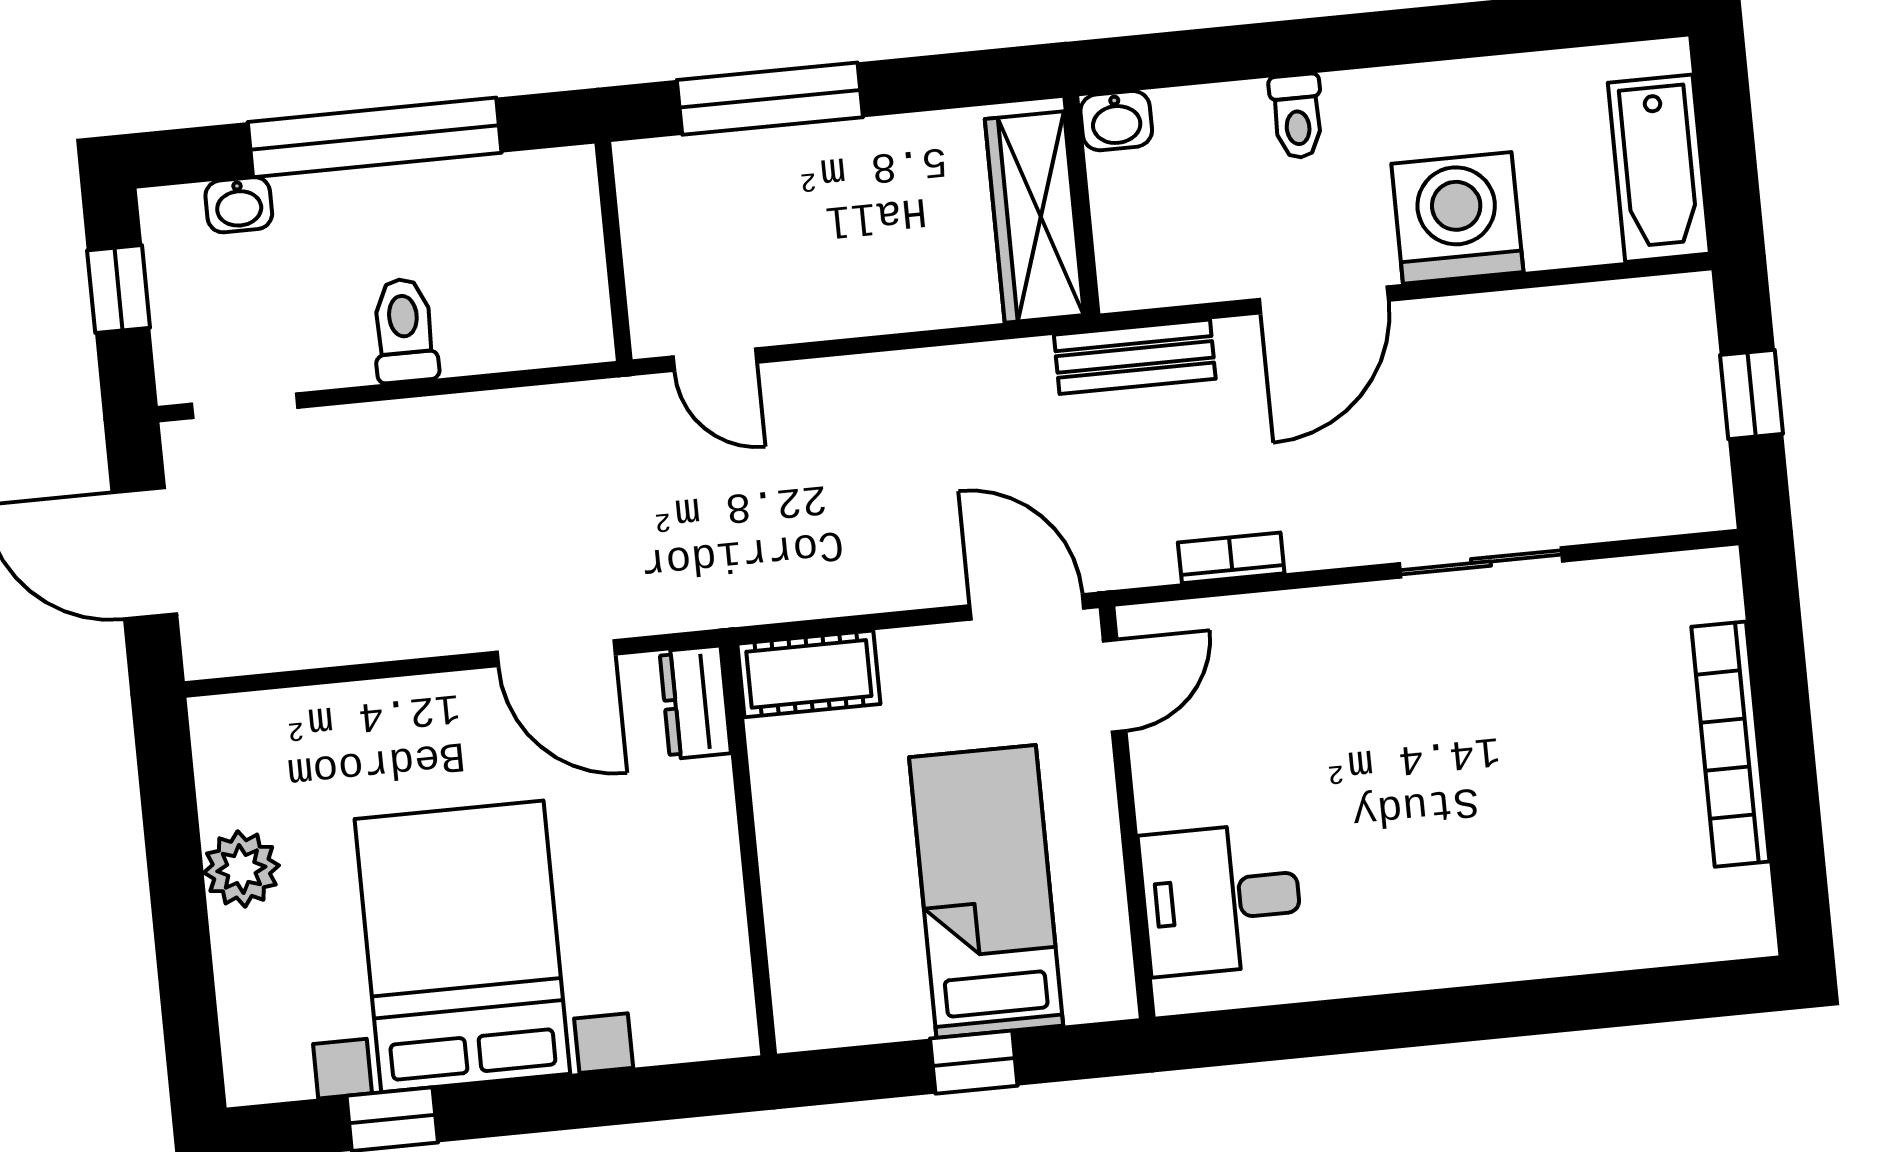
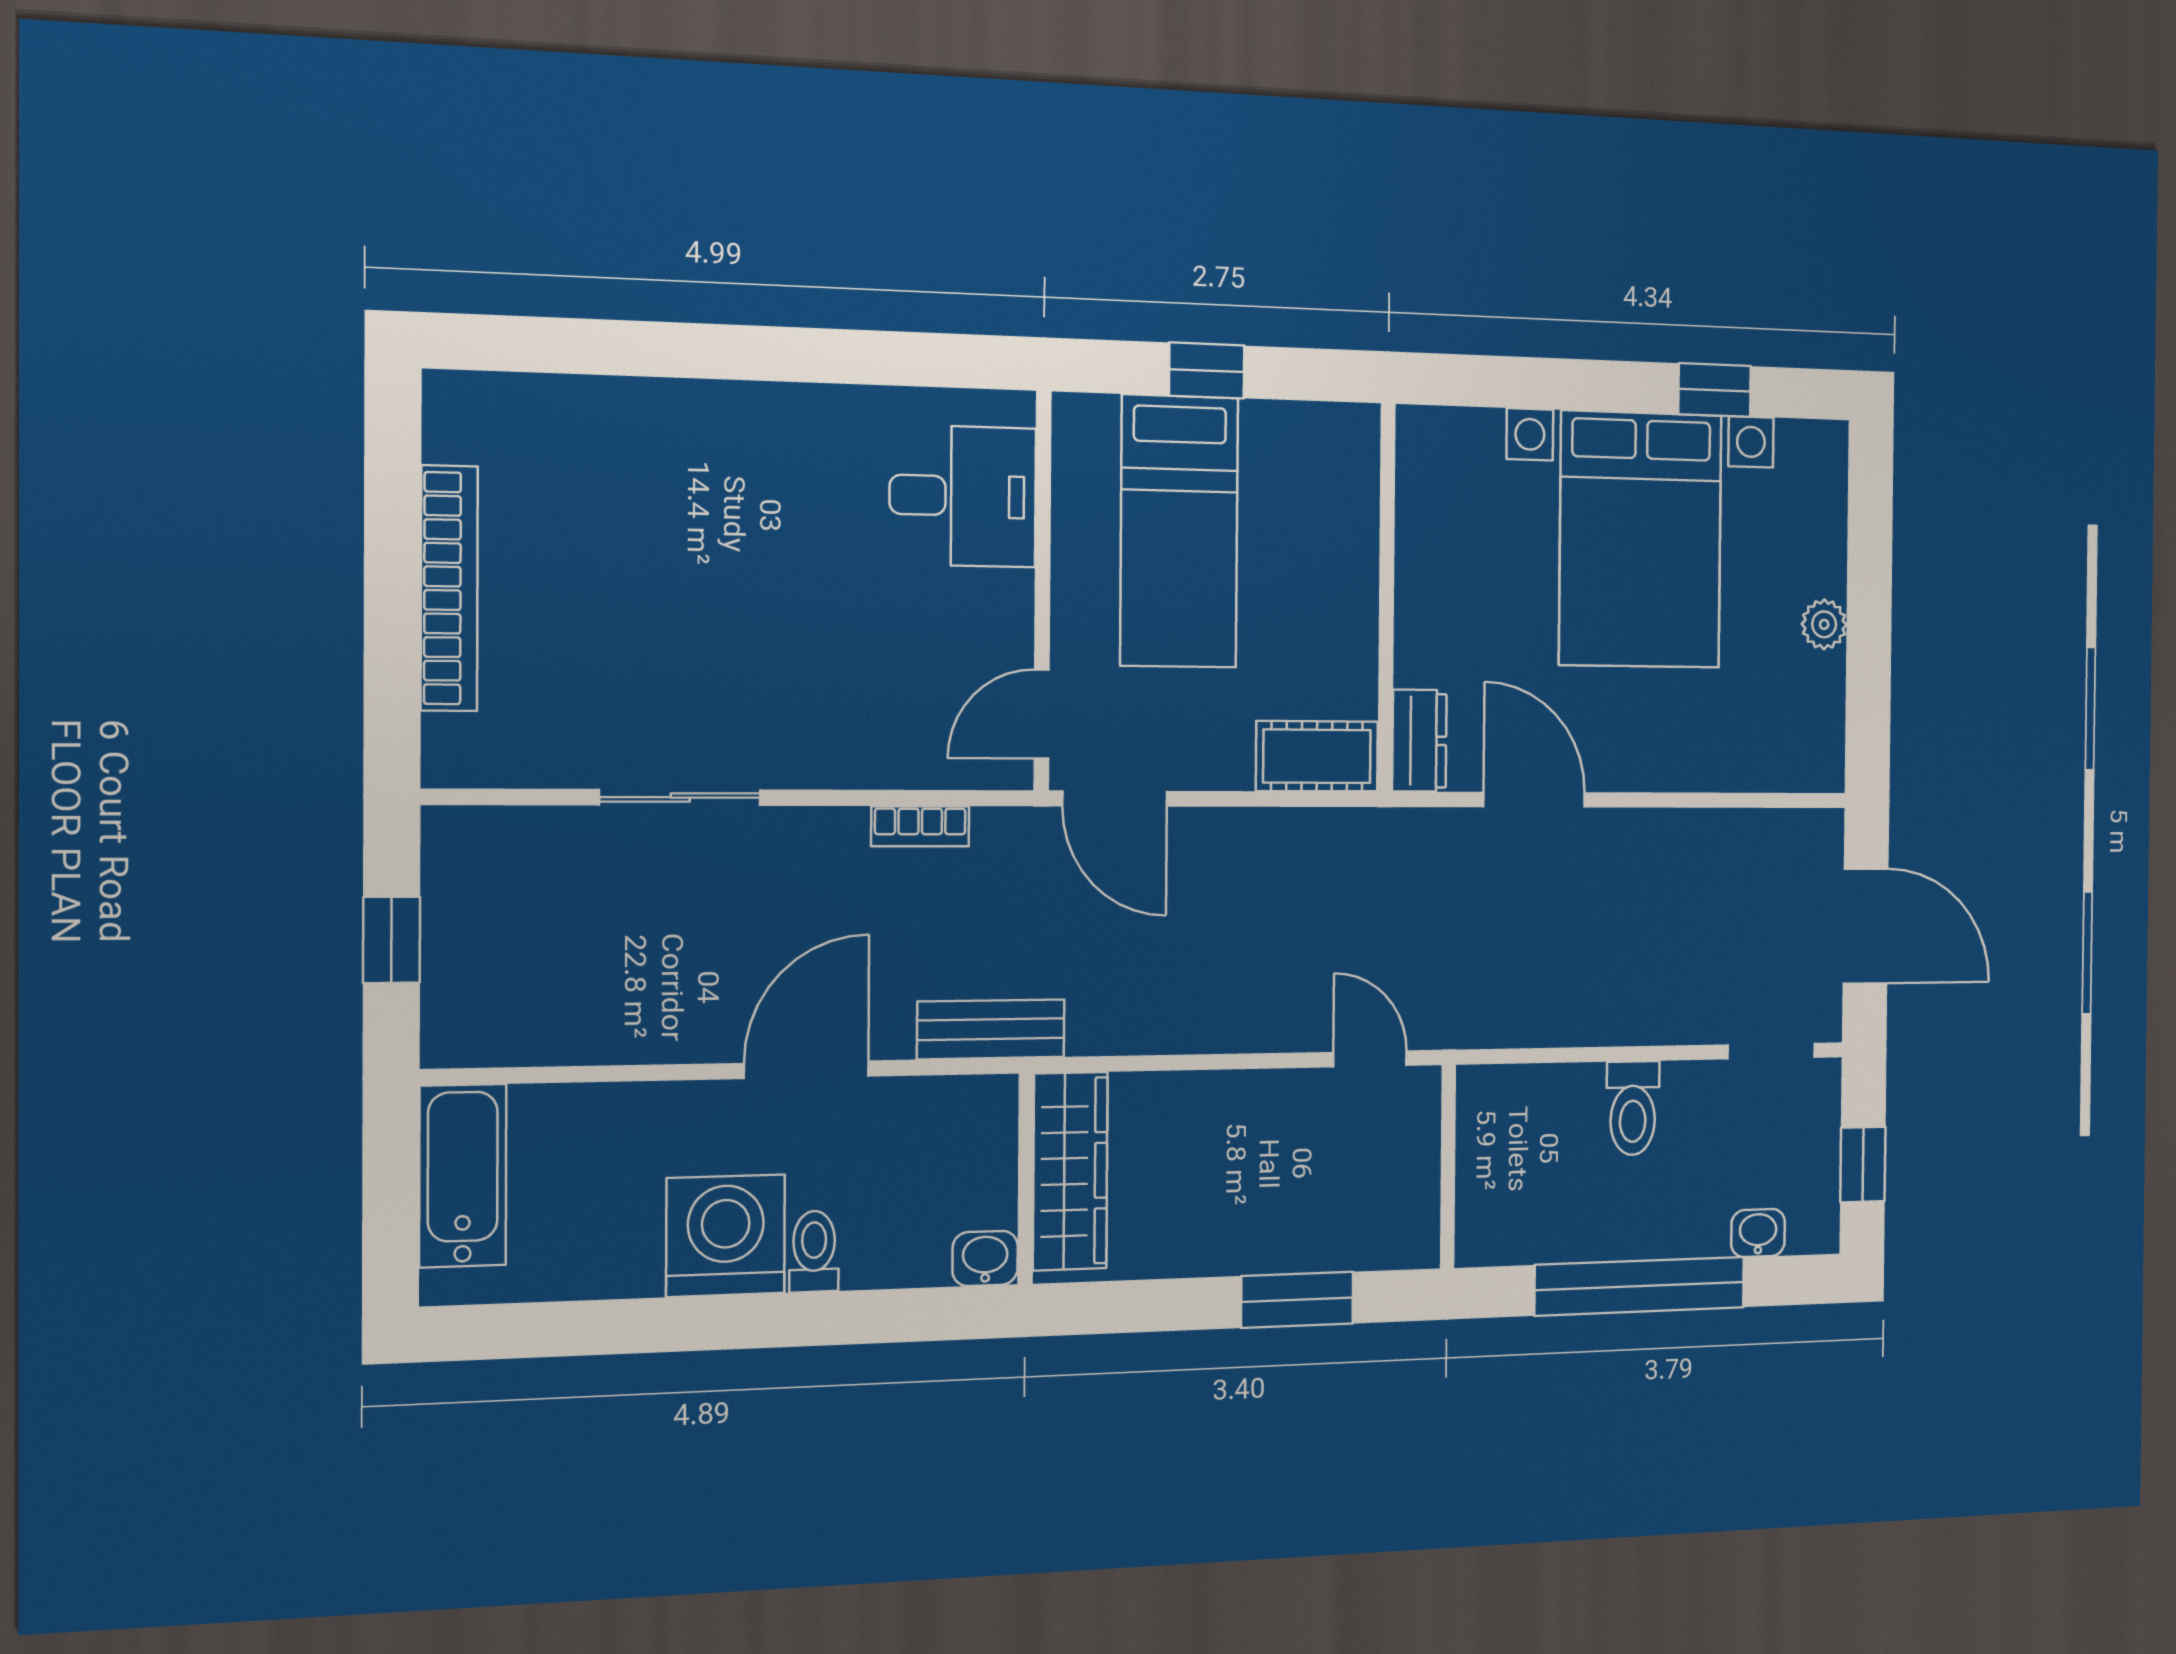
window: (770, 99) -> (1297, 1300), width x0.69
washing machine: (1457, 218) -> (726, 1236), moved, turned 180
plant: (241, 869) -> (1824, 624), width x0.73, depth x0.73

